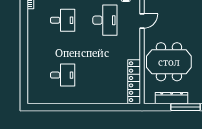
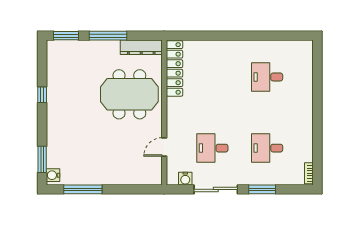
desk: (105, 20) -> (212, 148), width x0.73
dresser: (172, 98) -> (141, 47), moved

